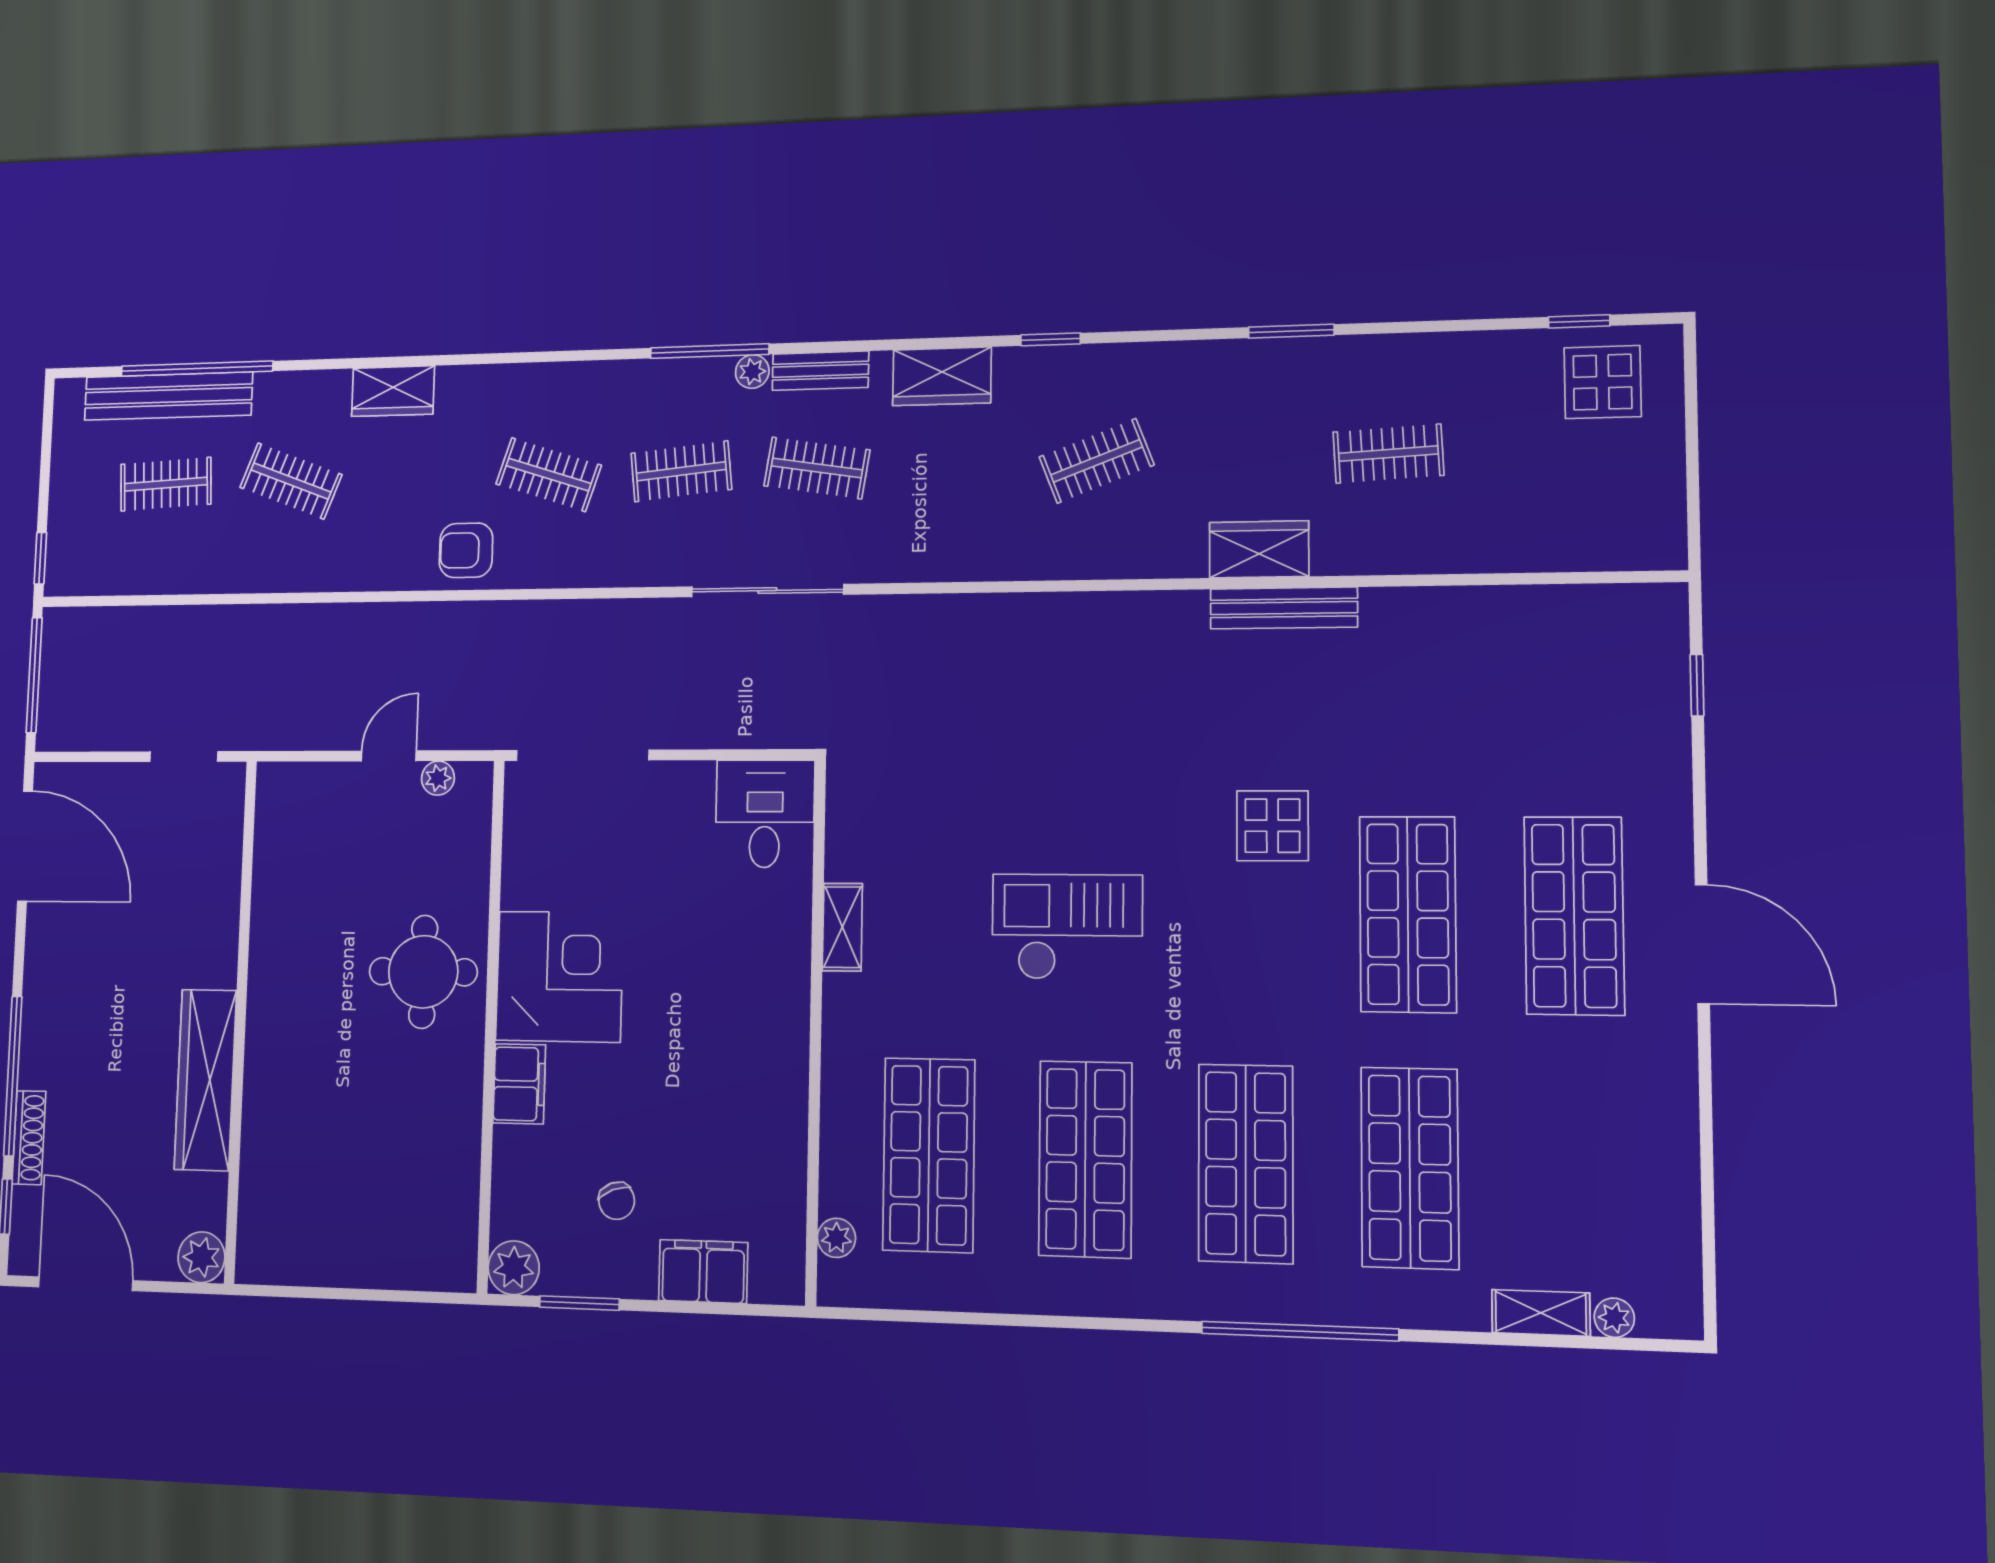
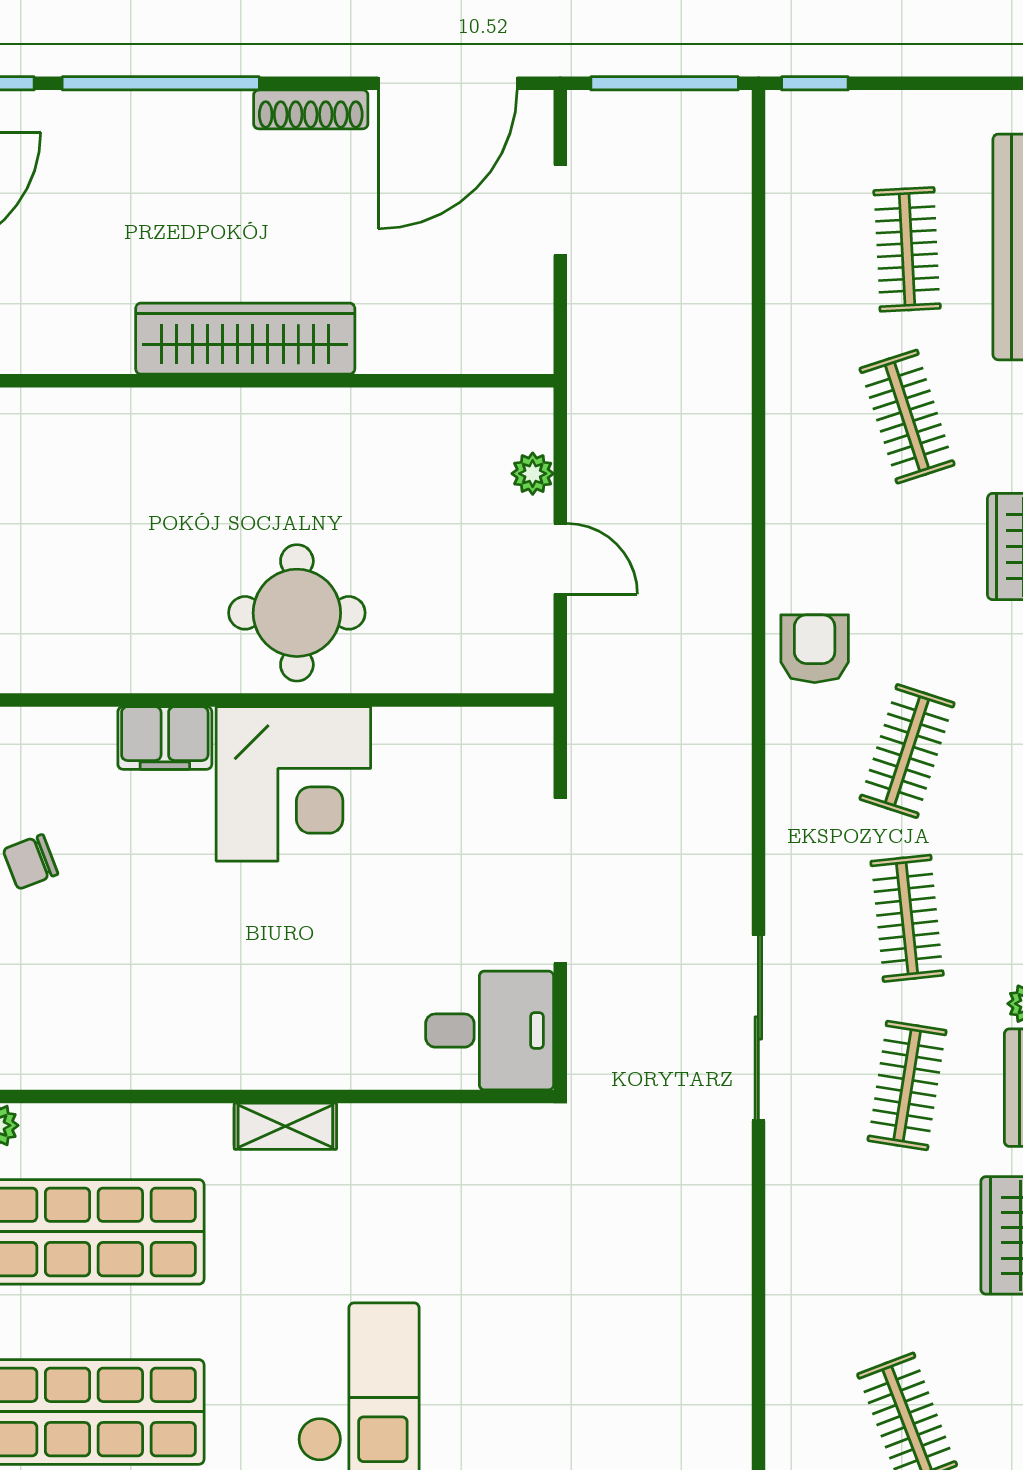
clothes rail: (291, 481) -> (907, 417), turned -39
doorway: (582, 755) -> (560, 881), moved
doorway: (184, 757) -> (560, 210), moved
plant: (438, 778) -> (533, 474), moved
shelving: (842, 927) -> (285, 1126), moved
wardrobe: (205, 1080) -> (245, 339), moved
shoe rack: (29, 1138) -> (311, 109), moved

